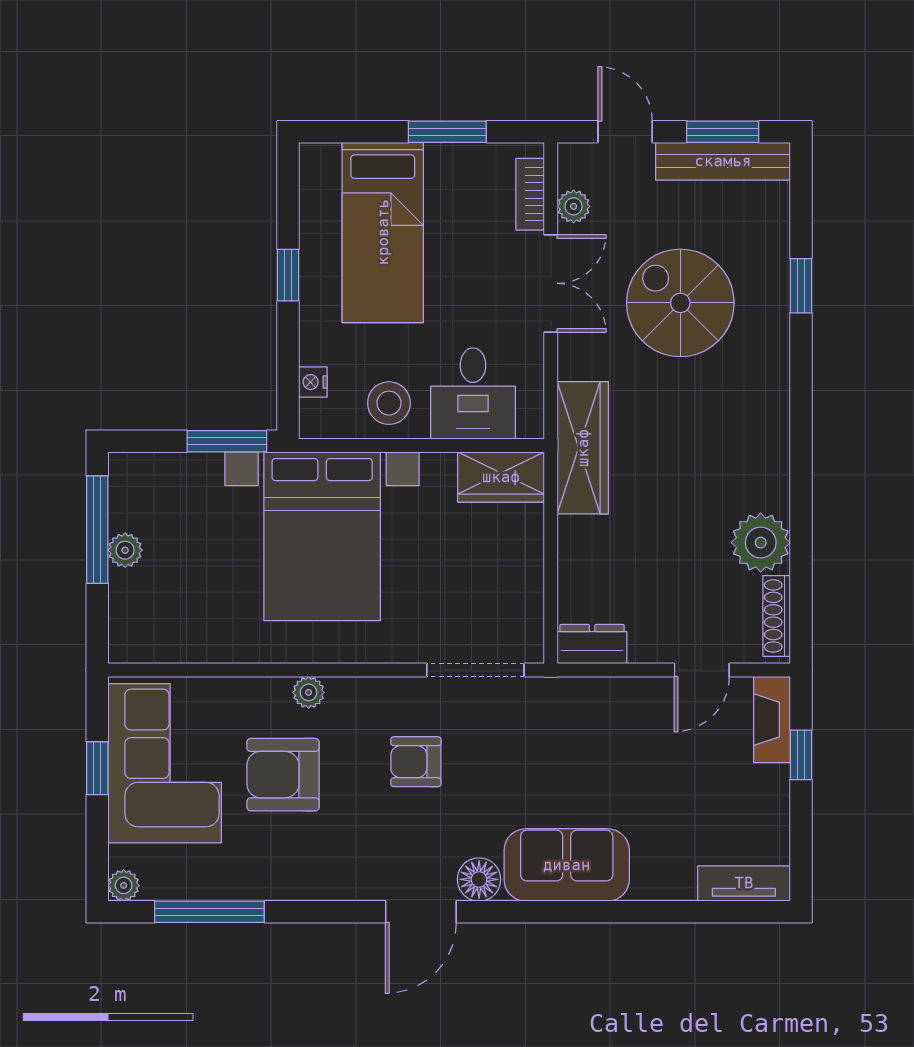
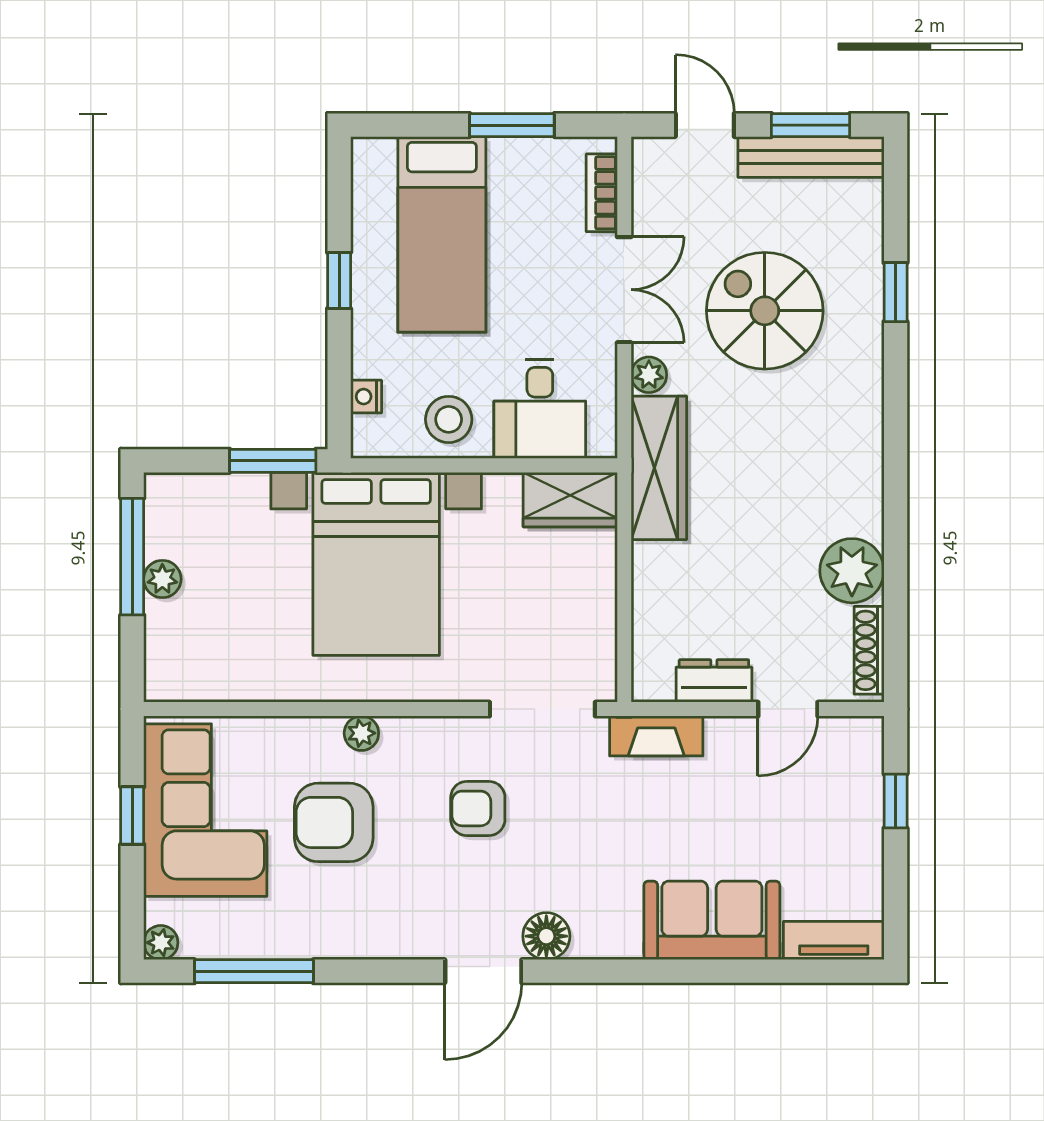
plant: (574, 206) -> (649, 375), moved
dresser: (592, 644) -> (714, 681), moved
fireplace: (772, 720) -> (656, 736), moved, turned -90
sofa: (567, 865) -> (712, 920), moved

